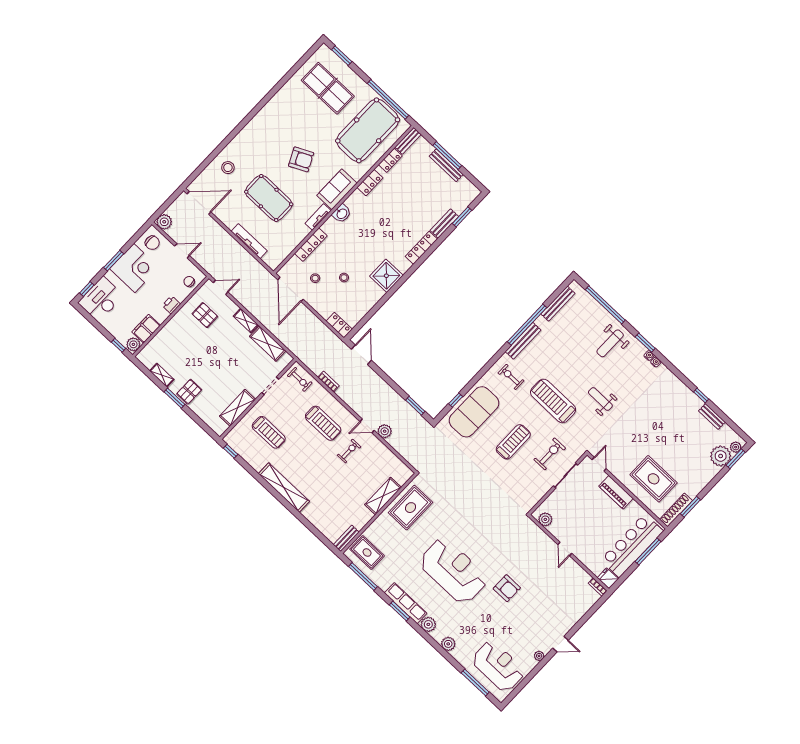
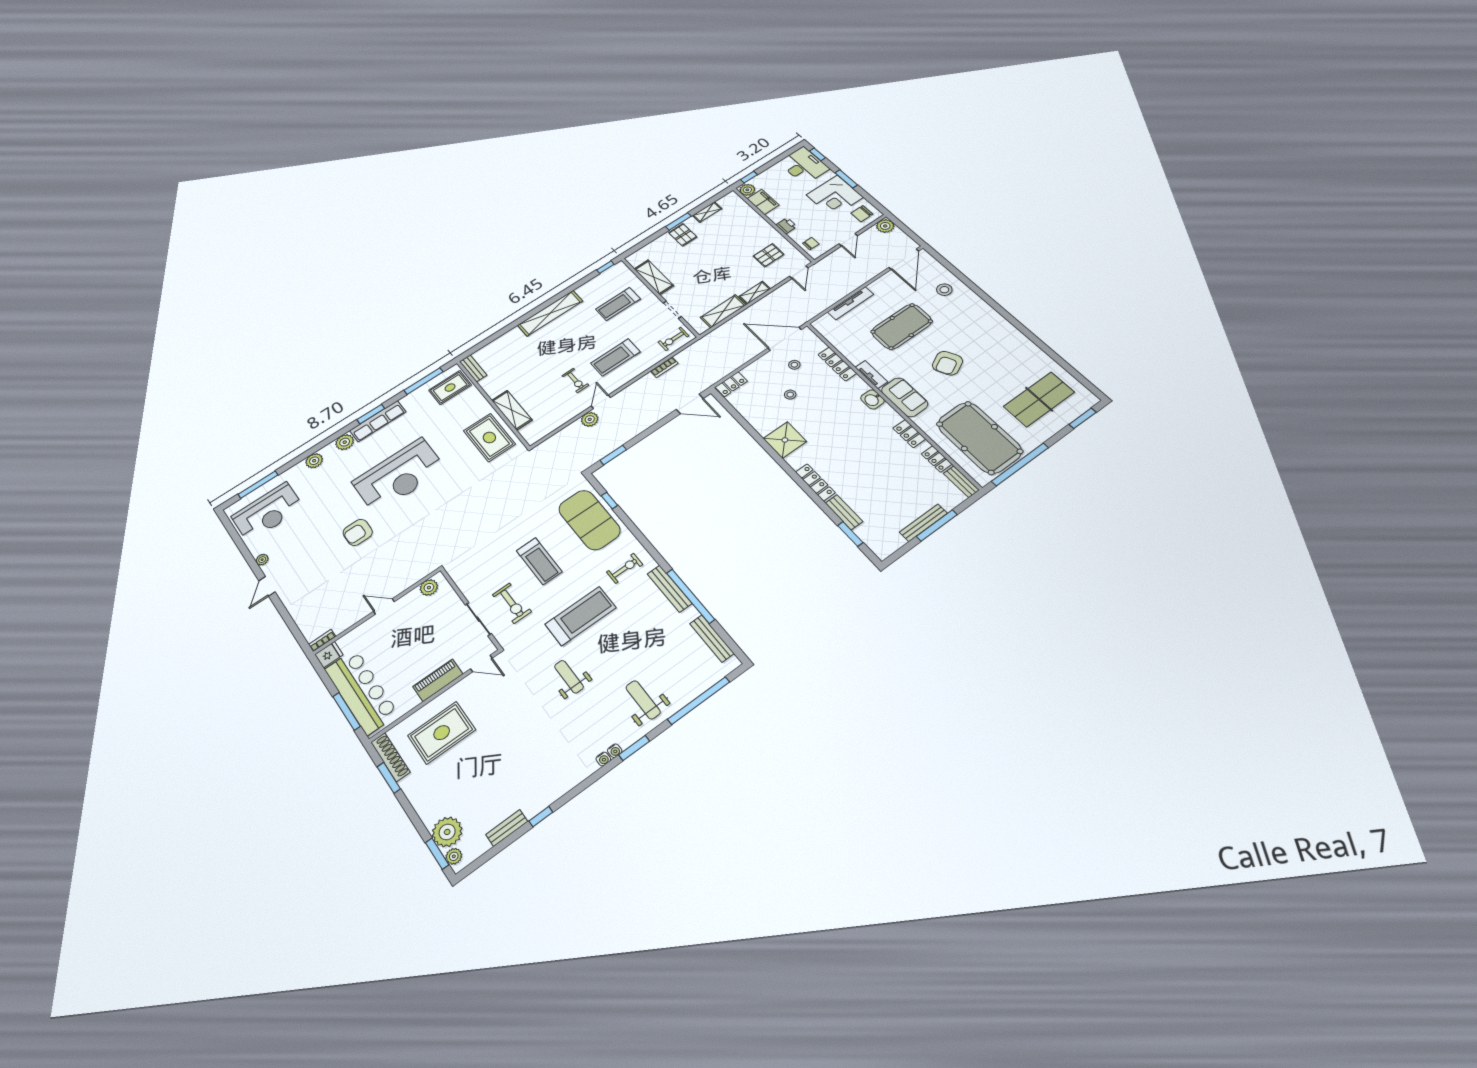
weight bench: (600, 399) -> (569, 677), turned -90

